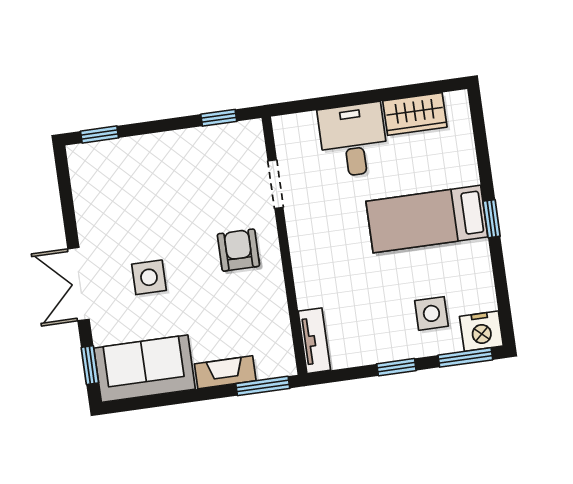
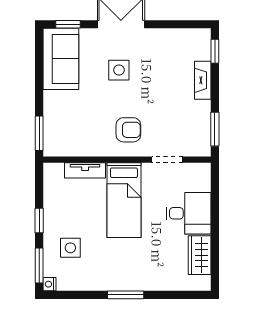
window: (219, 118) -> (215, 129), width x1.50
bed: (427, 219) -> (124, 200), moved, turned 180
window: (492, 219) -> (126, 295), width x1.50
nightstand: (481, 331) -> (49, 284), width x0.53, depth x0.56
tv unit: (314, 341) -> (85, 170), moved
fireplace: (225, 372) -> (203, 80), moved, turned 180

